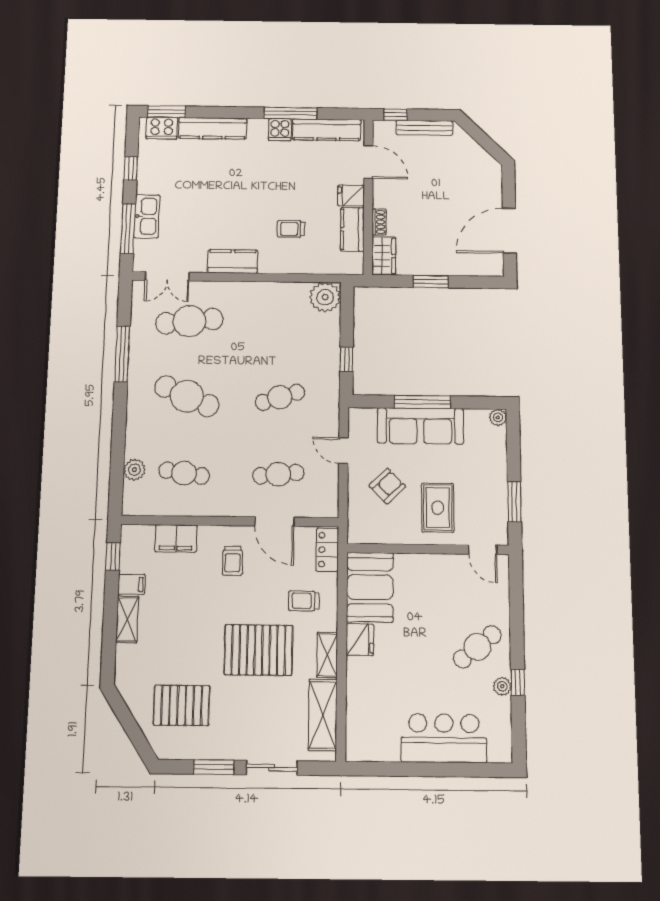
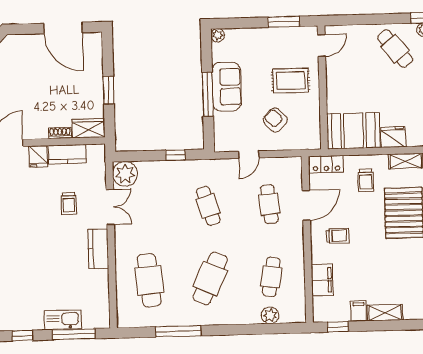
double door: (167, 276) -> (110, 207), moved
sofa: (420, 426) -> (227, 87), width x0.73

